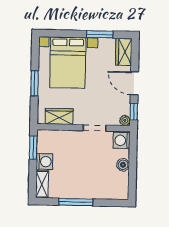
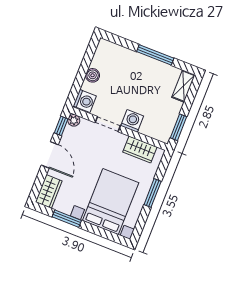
washing machine: (44, 162) -> (132, 121), moved, turned 90

